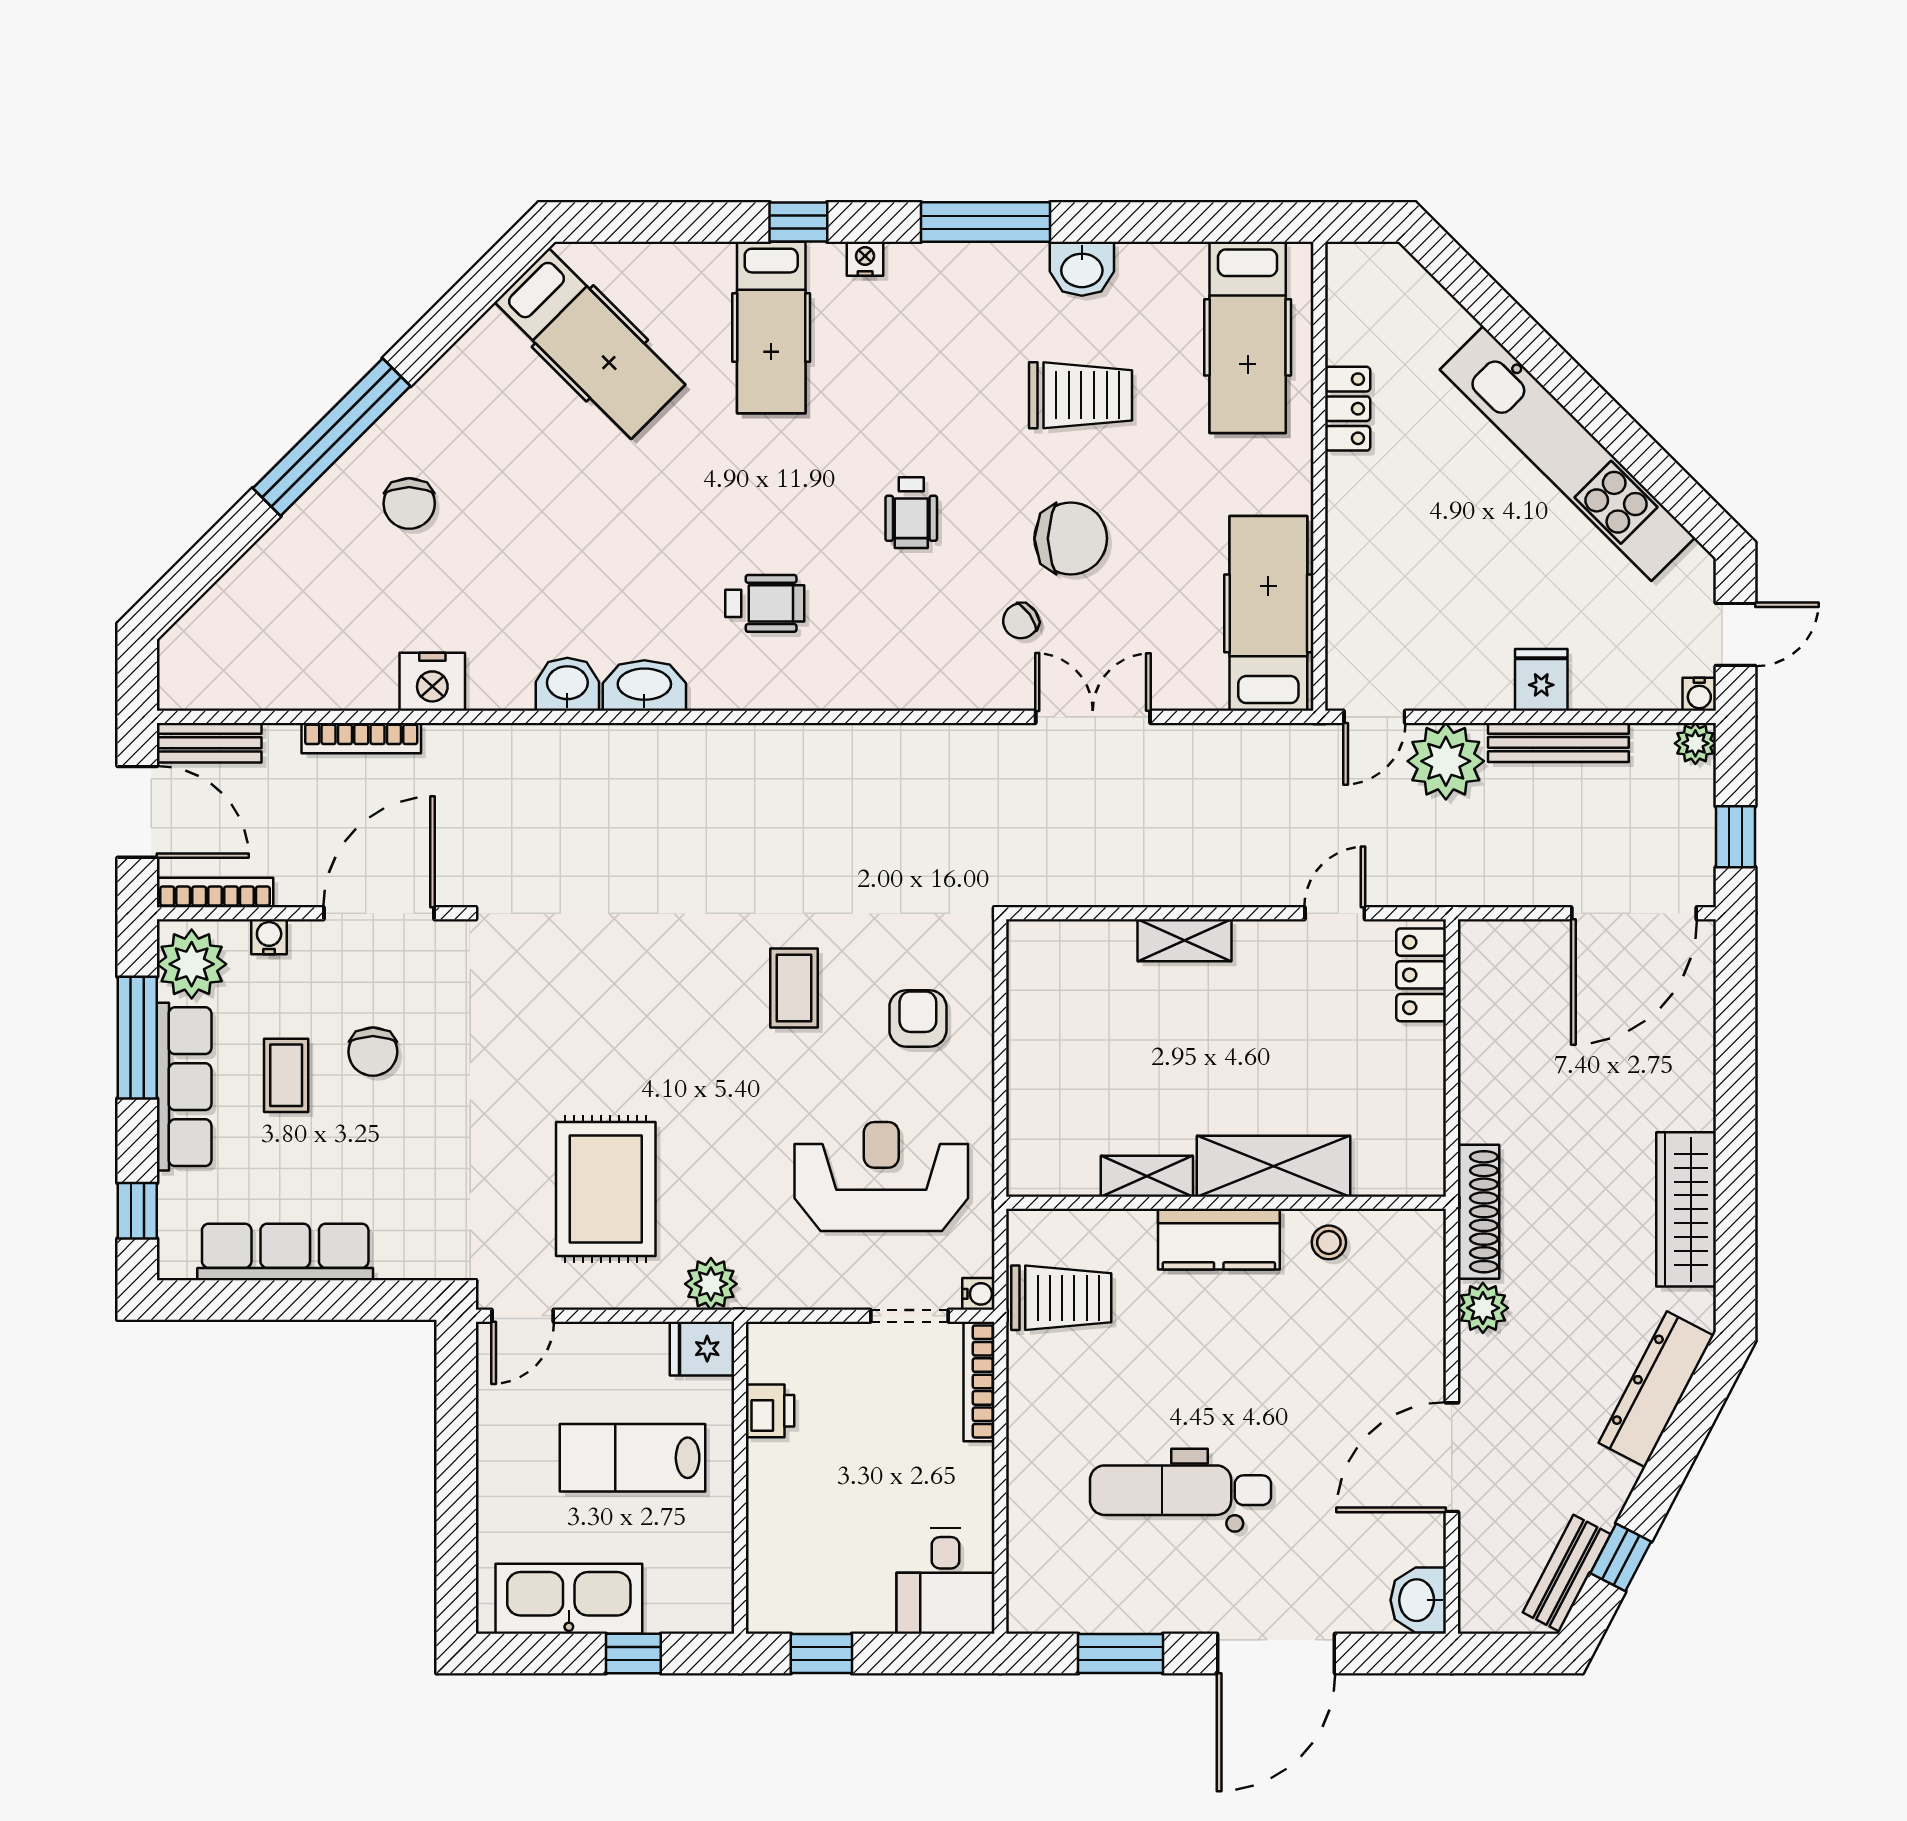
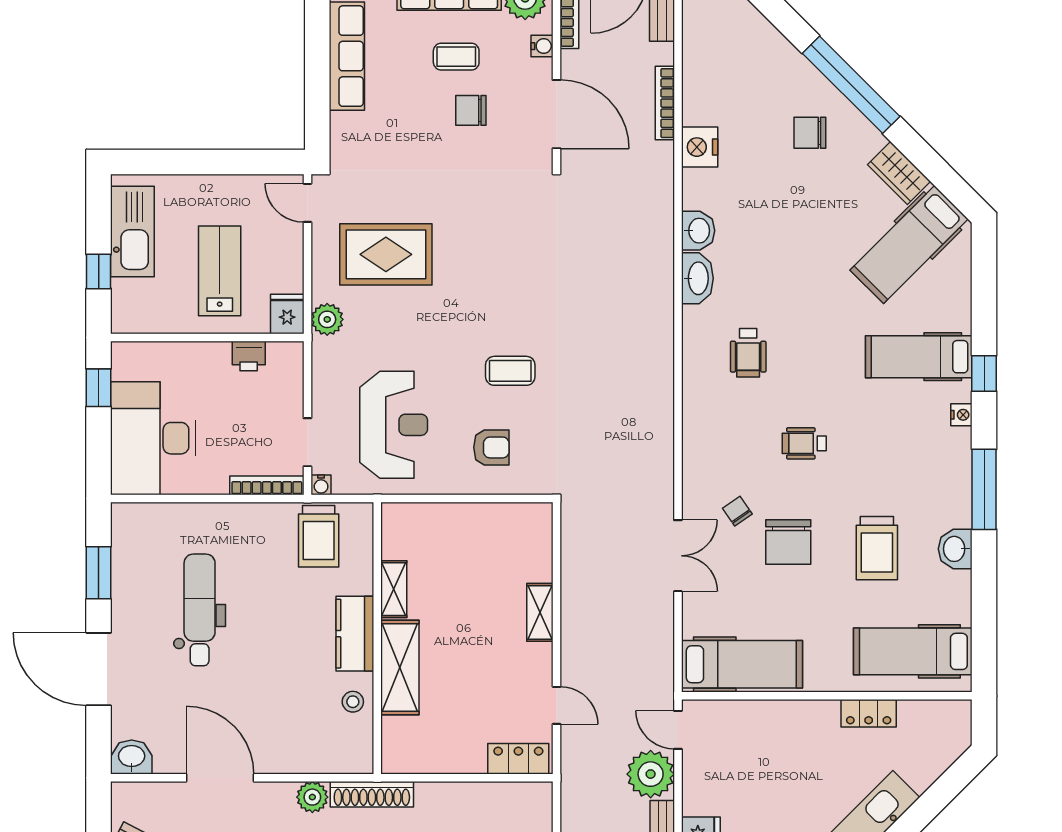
wardrobe: (474, 360) -> (899, 173), added
desk: (946, 1581) -> (153, 438), width x1.87, depth x1.30

